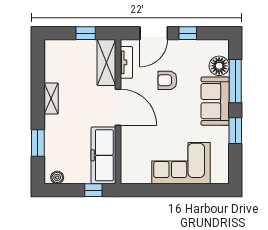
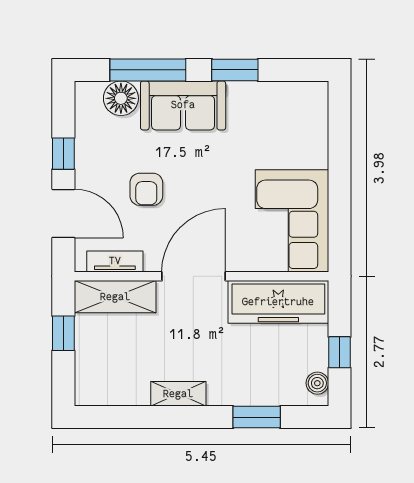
corner sofa: (181, 163) -> (292, 221), moved
window: (93, 190) -> (339, 352), moved

